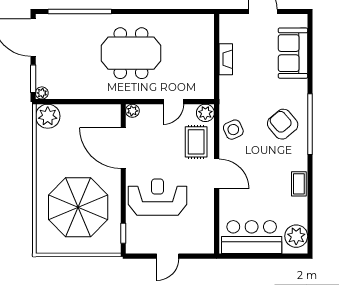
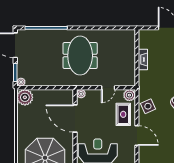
meeting table: (131, 53) -> (80, 56), turned 90

